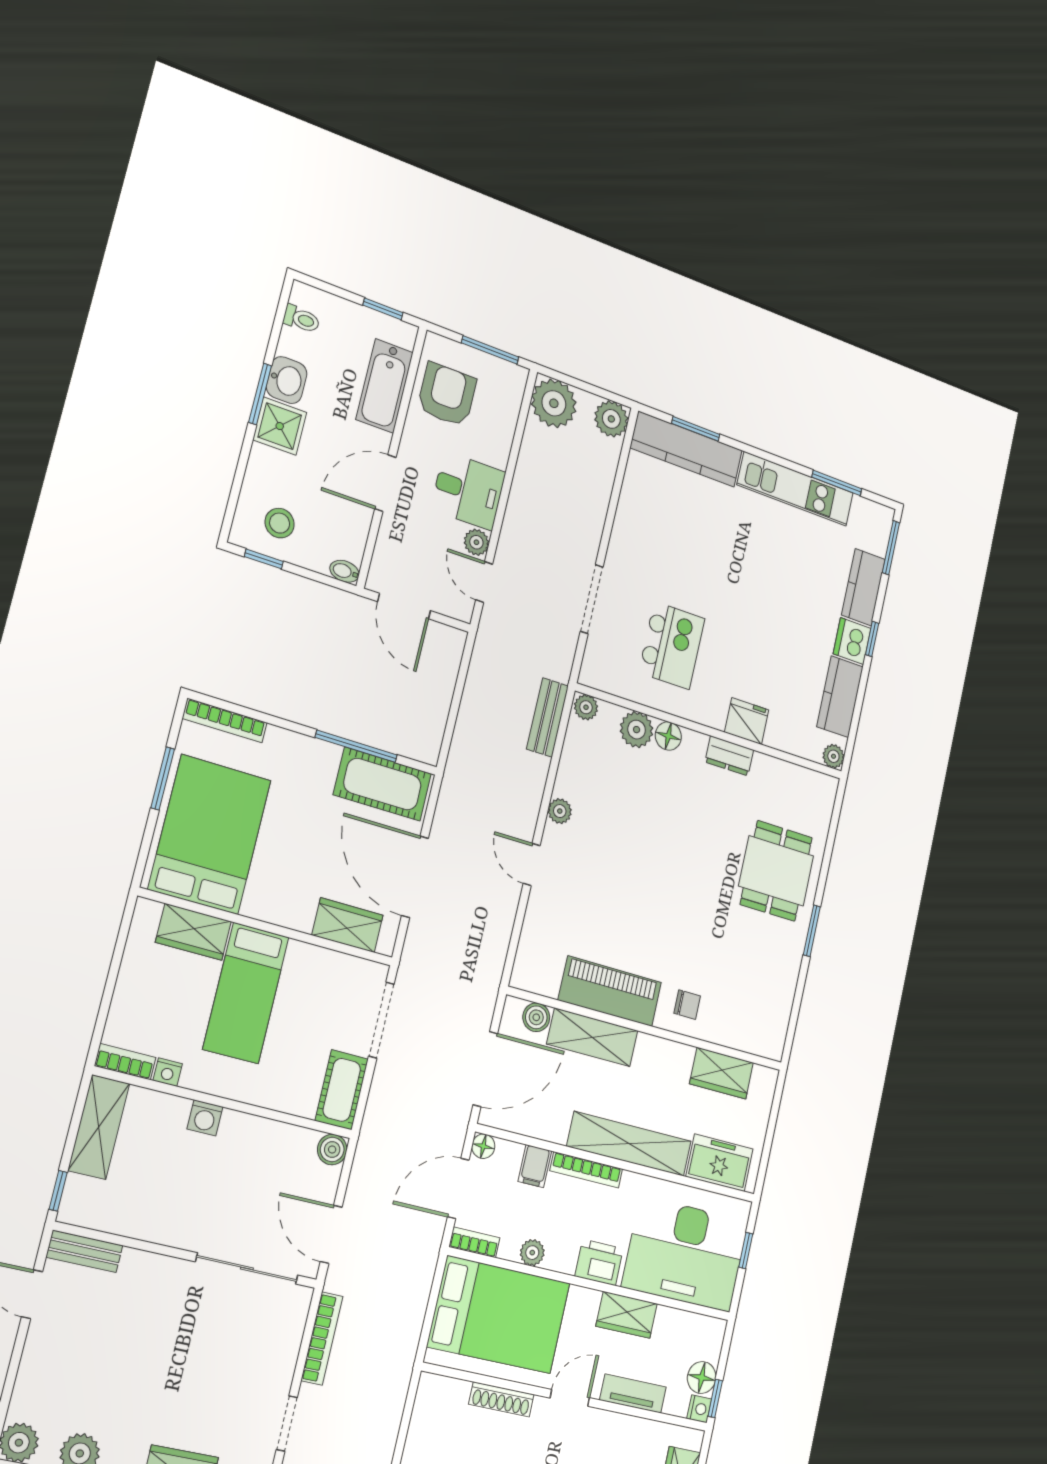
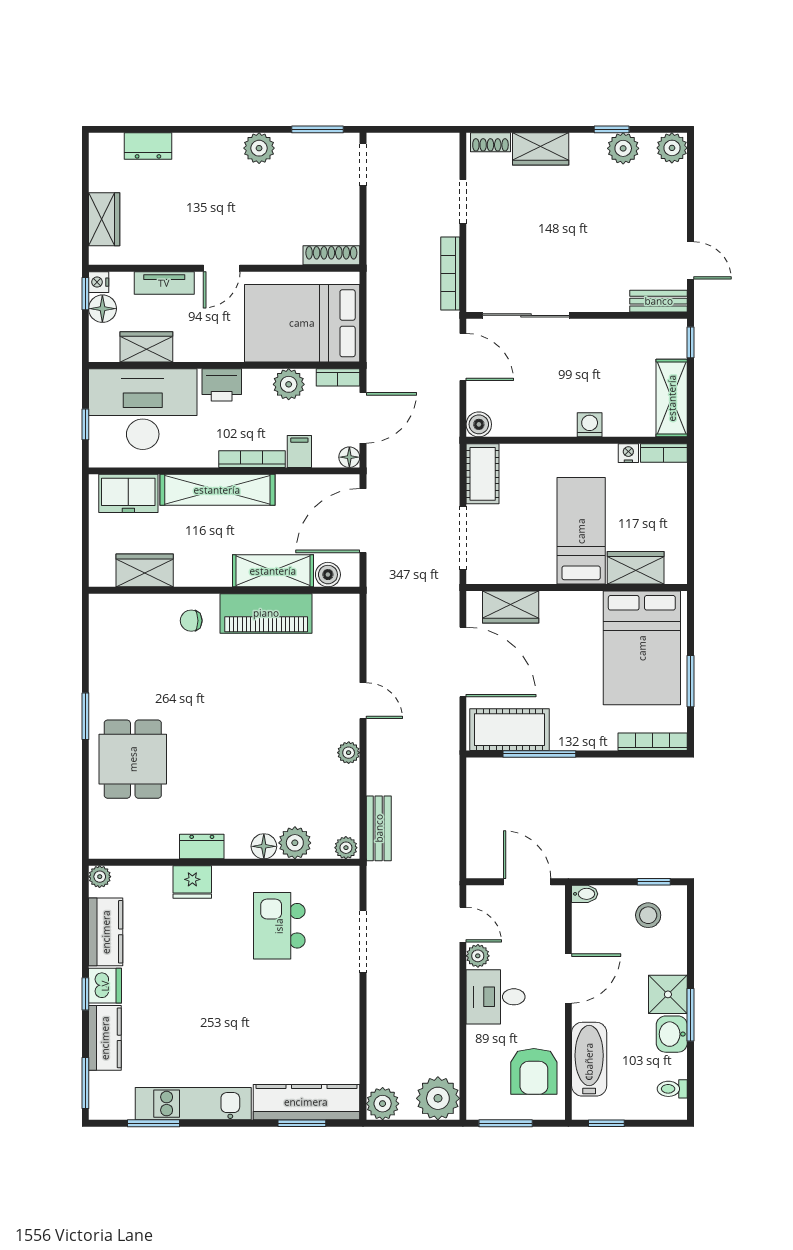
plant: (532, 1253) -> (289, 384), width x1.38, depth x1.38
wardrobe: (627, 1315) -> (146, 347), moved
shoe rack: (501, 1399) -> (331, 255), moved

